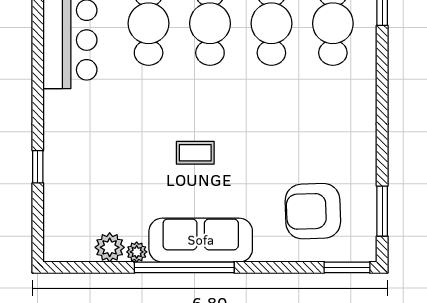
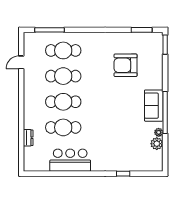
coffee table: (195, 153) -> (117, 108), removed
armchair: (313, 211) -> (126, 65), moved, turned 92
sofa: (201, 240) -> (154, 106), width x0.73

